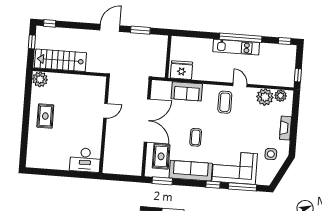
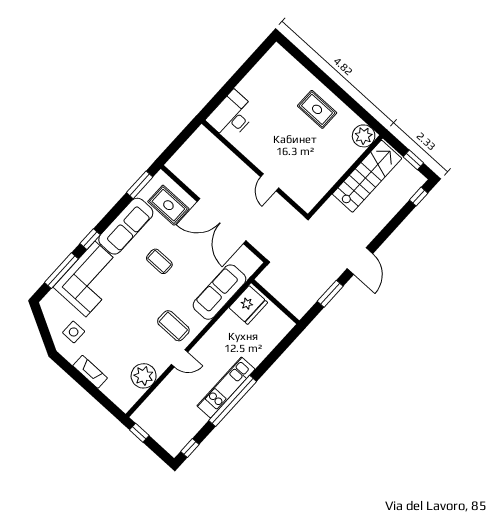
sofa: (187, 91) -> (220, 292), width x1.36
plant: (281, 96) -> (131, 395), removed

